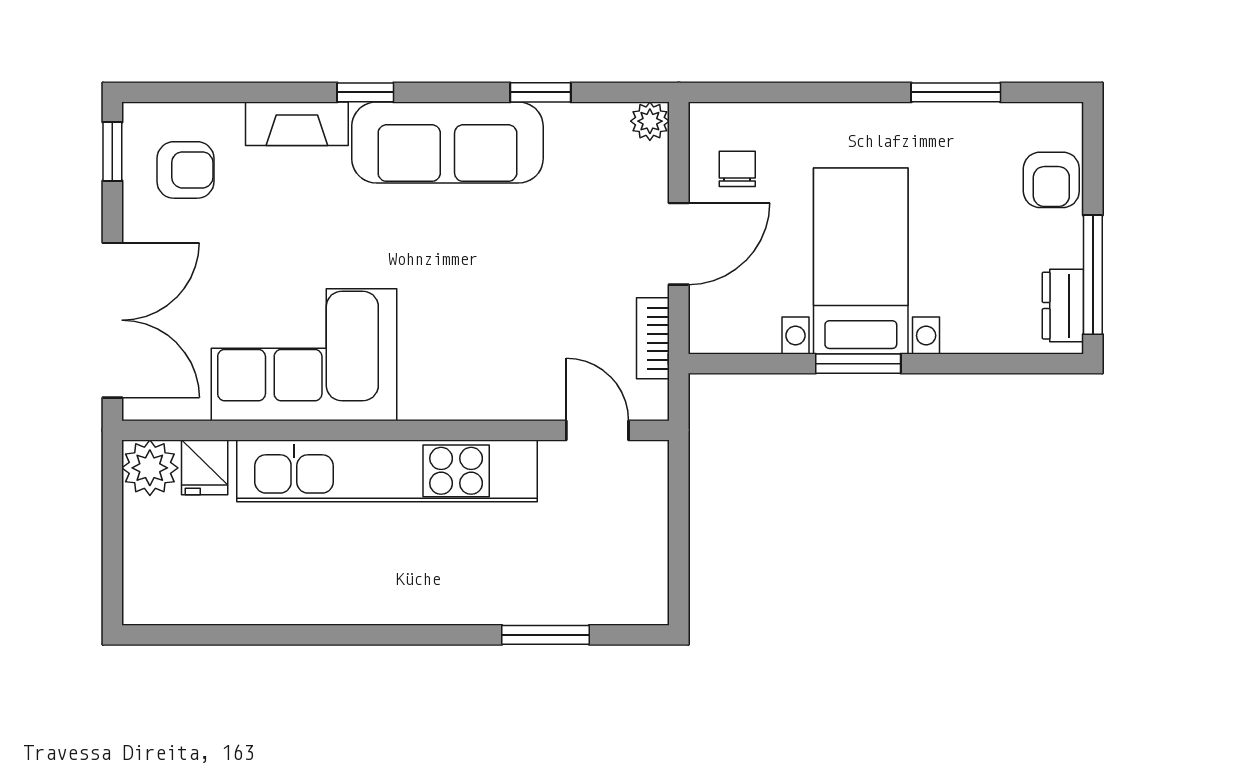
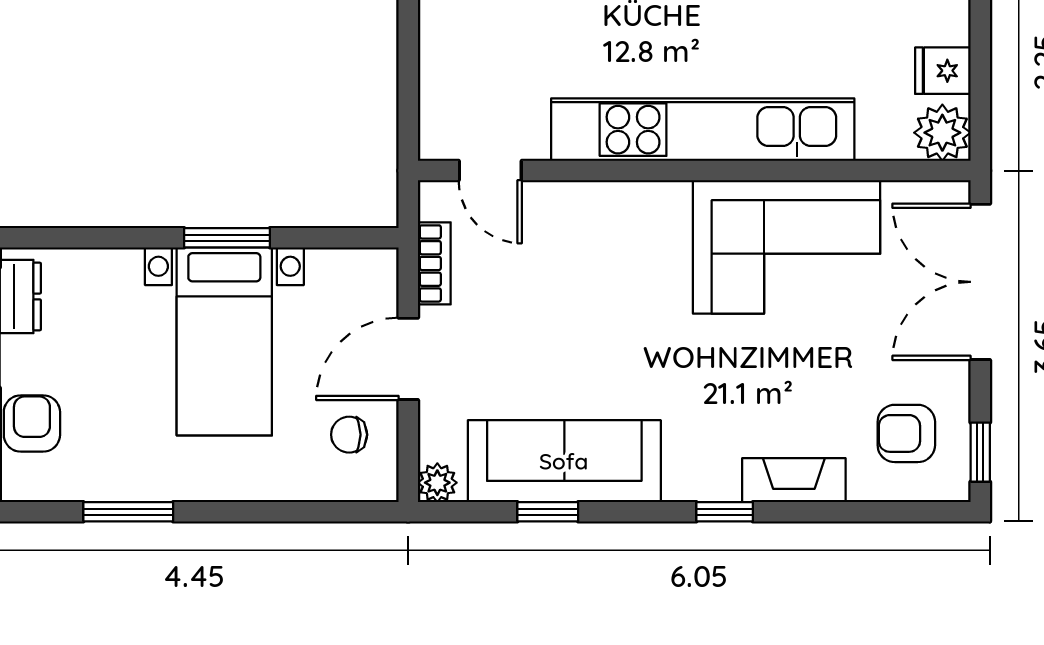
sofa: (447, 142) -> (564, 461), moved
chair: (737, 169) -> (349, 435), turned 90
fridge: (205, 467) -> (943, 71), moved, turned -90

